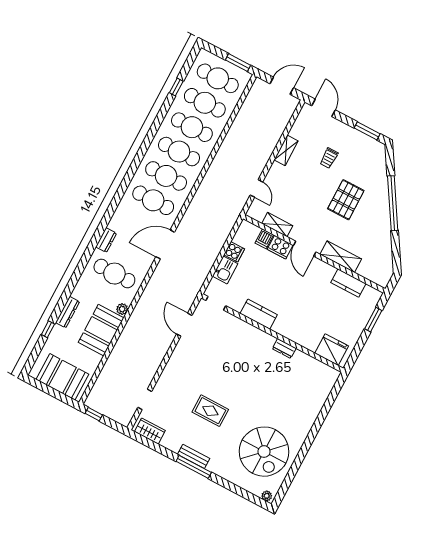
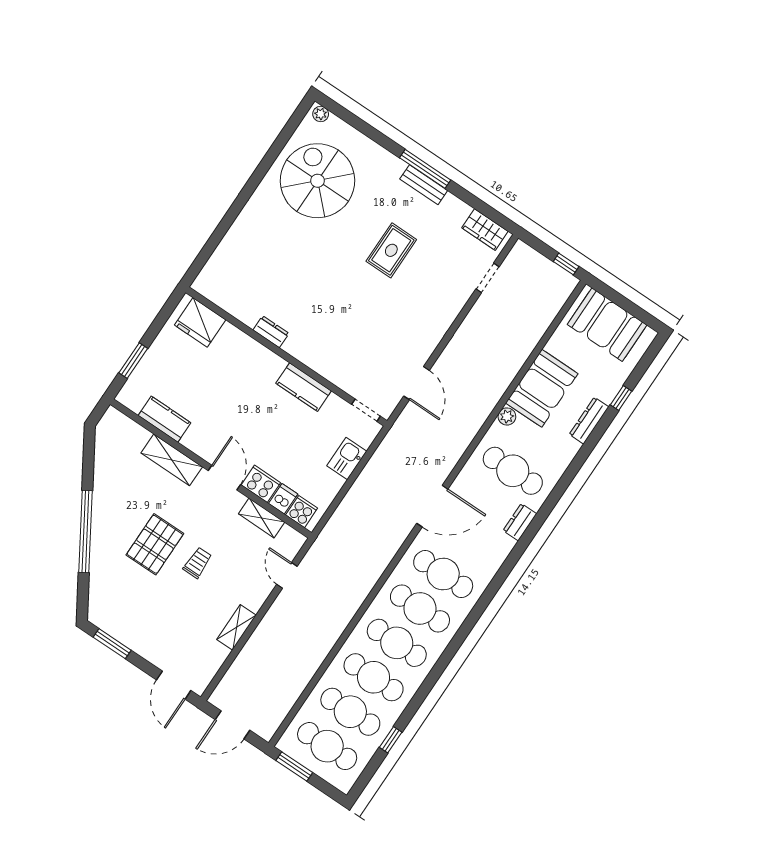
trolley: (329, 158) -> (198, 563), moved
cooker: (234, 252) -> (302, 512), moved, turned 90
rug: (210, 411) -> (391, 250), turned 90

